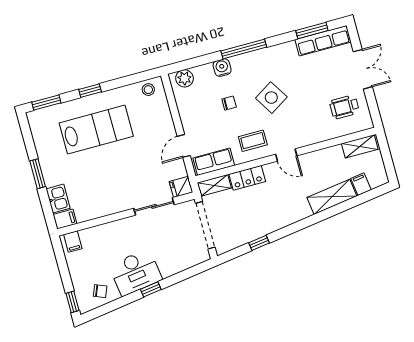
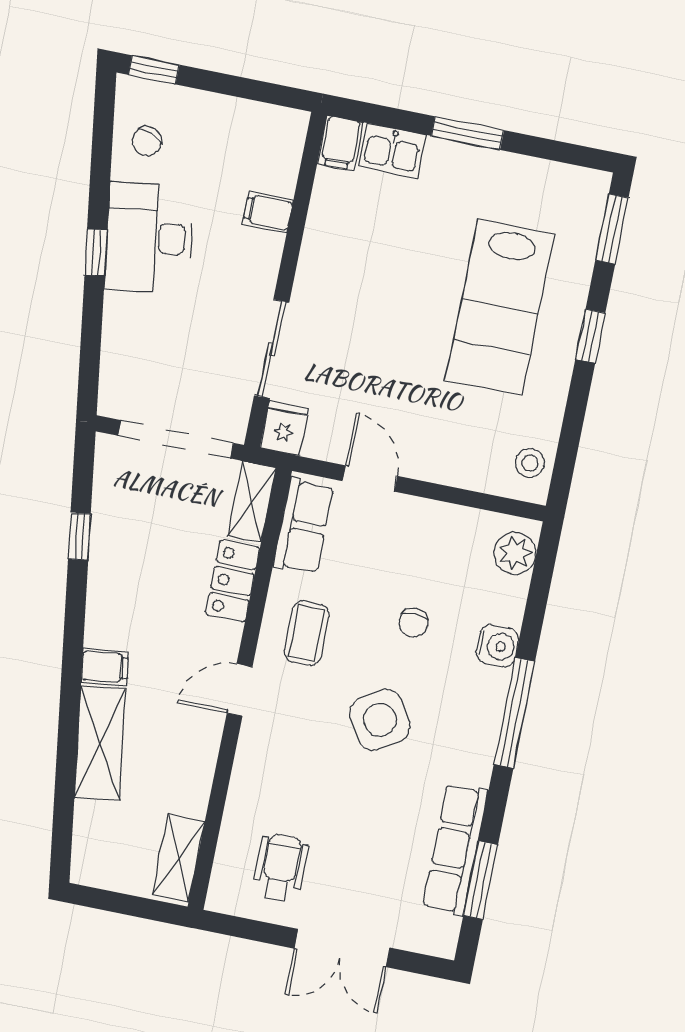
row of seats: (323, 41) -> (455, 849), moved
filing cabinet: (361, 184) -> (105, 667), moved
filing cabinet: (73, 242) -> (268, 212), moved

